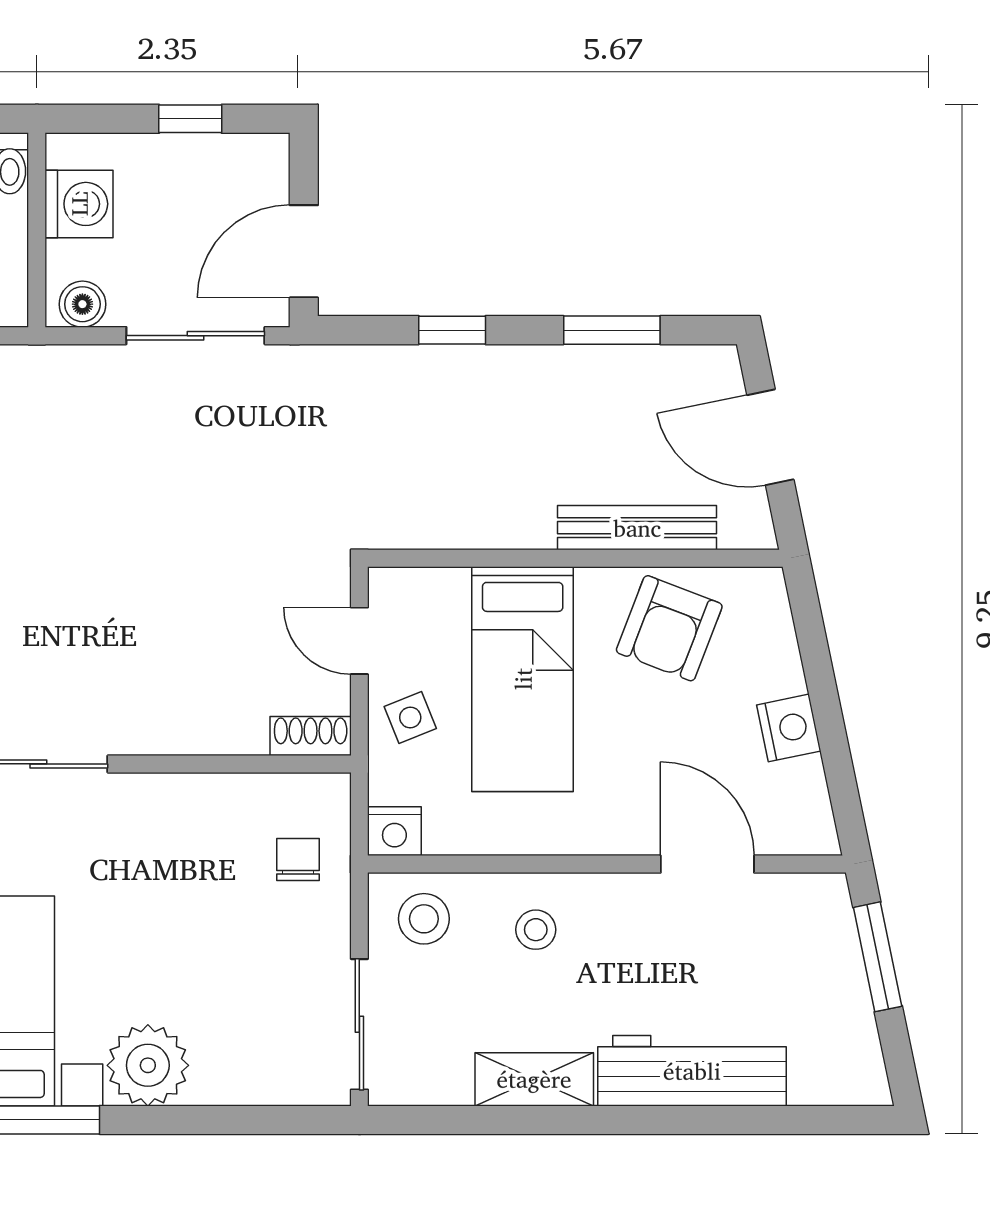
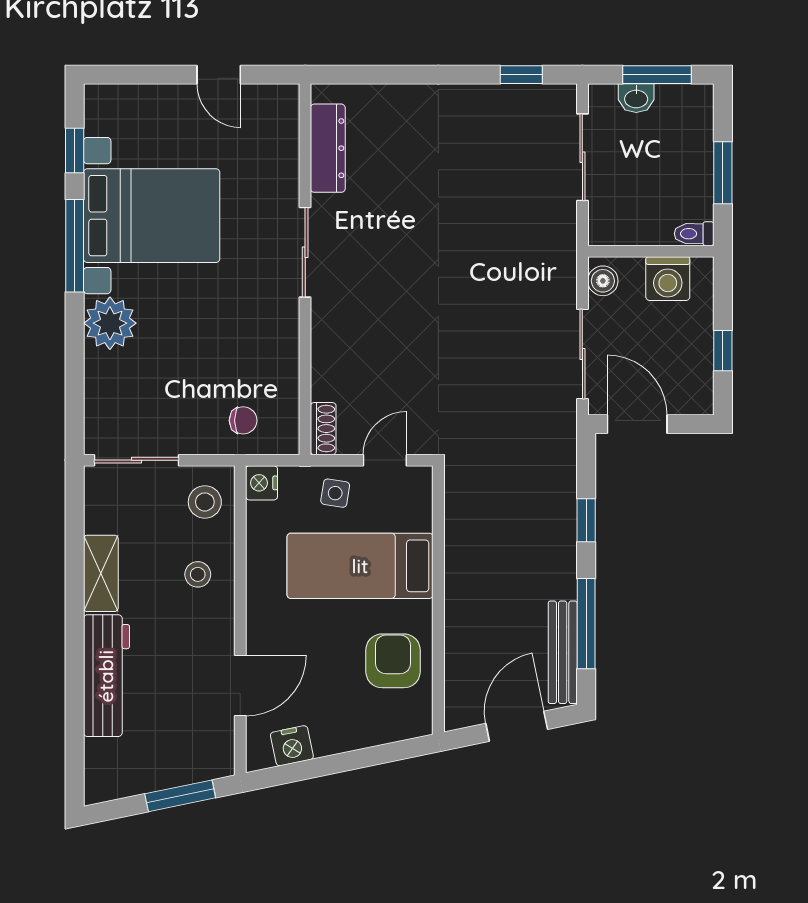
window: (612, 330) -> (586, 624), width x1.44
bench: (637, 528) -> (563, 652), moved
armchair: (669, 628) -> (393, 661), turned 69
side table: (410, 717) -> (335, 493), turned 31
nightstand: (789, 728) -> (292, 746), moved

